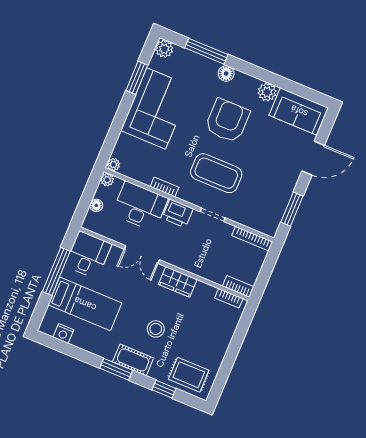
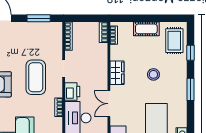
double door: (142, 255) -> (109, 104), swing flipped
cot: (133, 360) -> (146, 29), moved, turned 90

